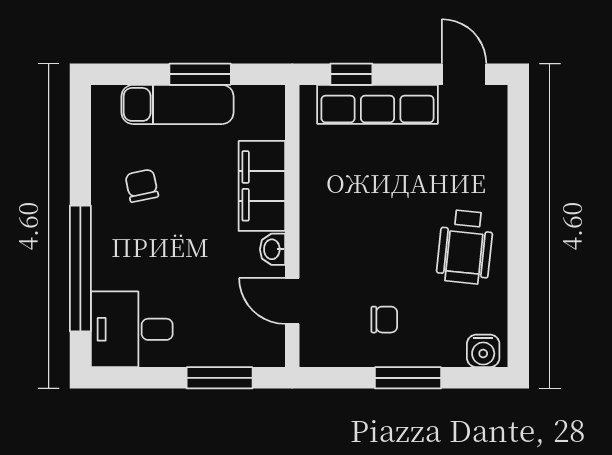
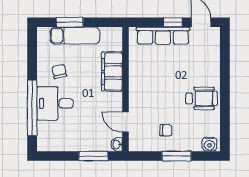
window: (200, 74) -> (70, 22), moved
window: (351, 74) -> (173, 22), moved
wheelchair: (465, 247) -> (202, 98), turned -96
washbasin: (273, 249) -> (117, 144), moved
desk: (132, 329) -> (55, 103), moved

